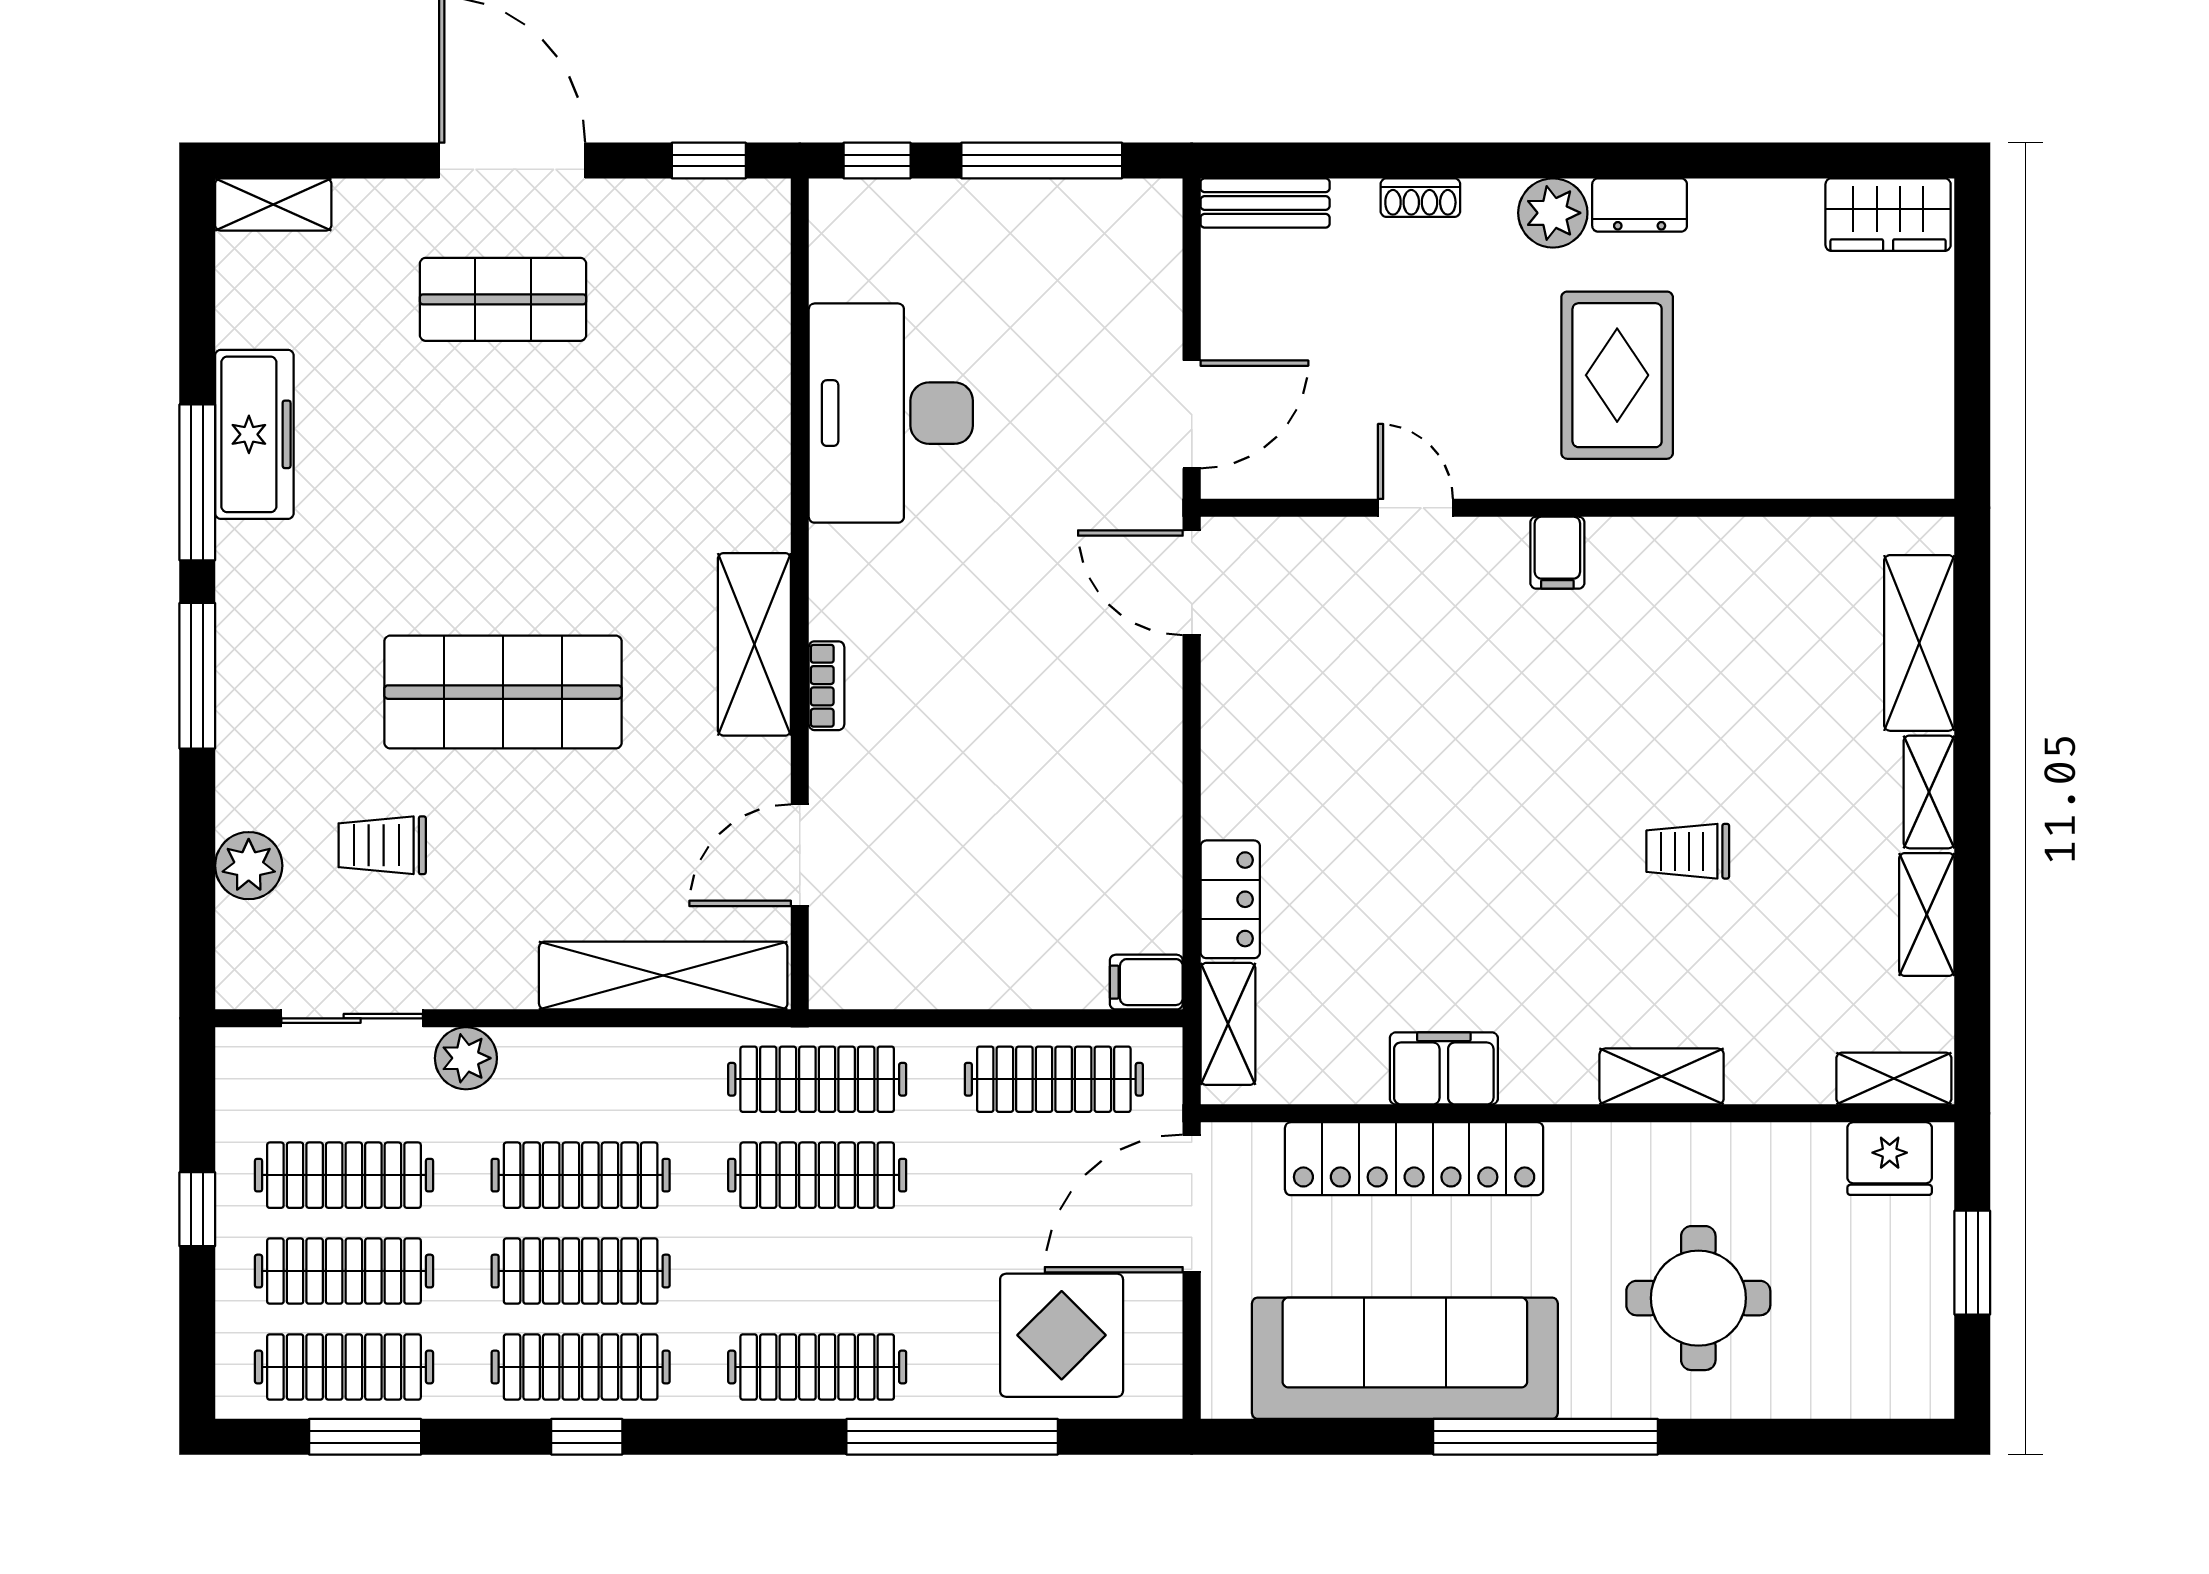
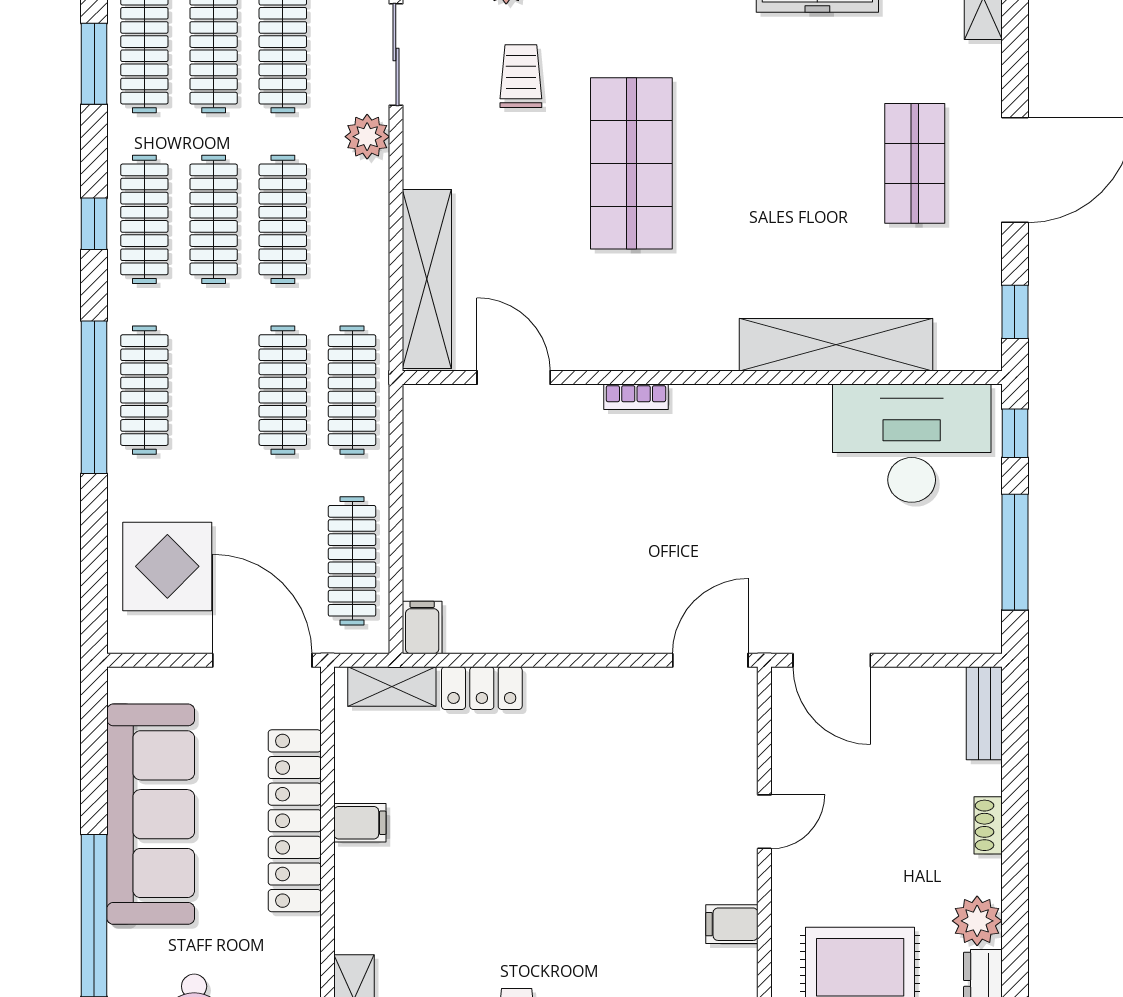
desk: (891, 413) -> (912, 443), moved
shelving: (754, 644) -> (836, 345), moved, width x1.47
filing cabinet: (1444, 1068) -> (360, 823), width x0.50
window: (952, 1437) -> (94, 397), moved

